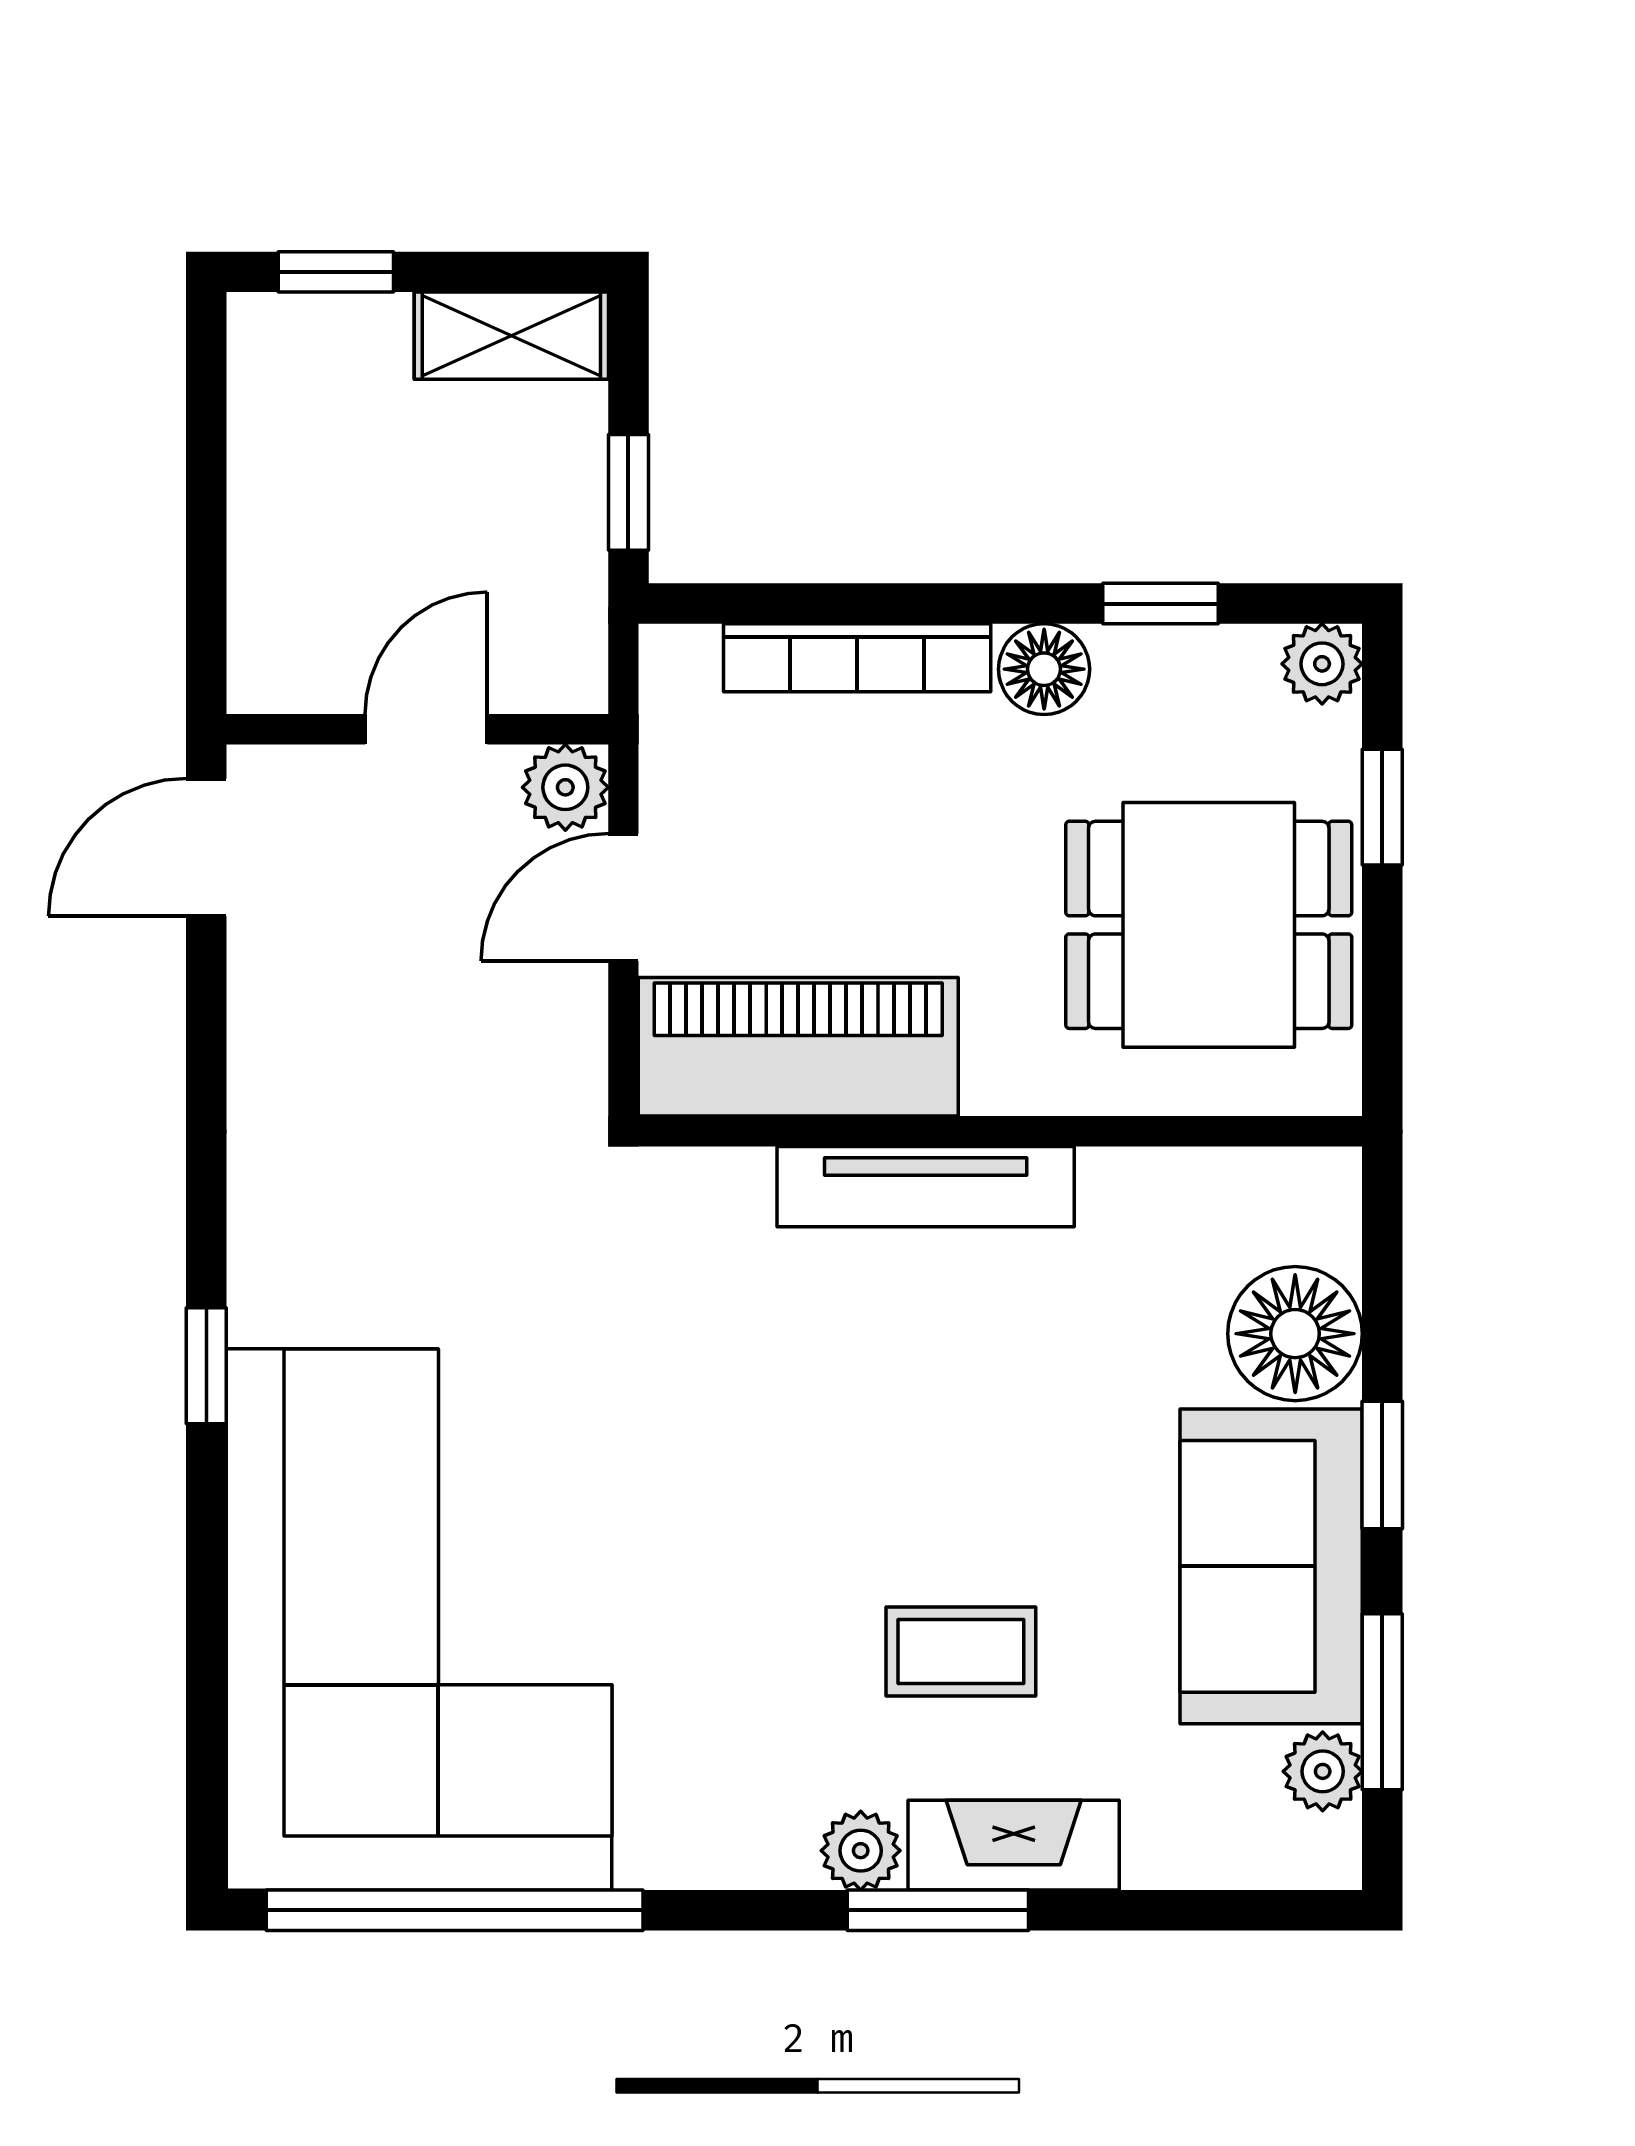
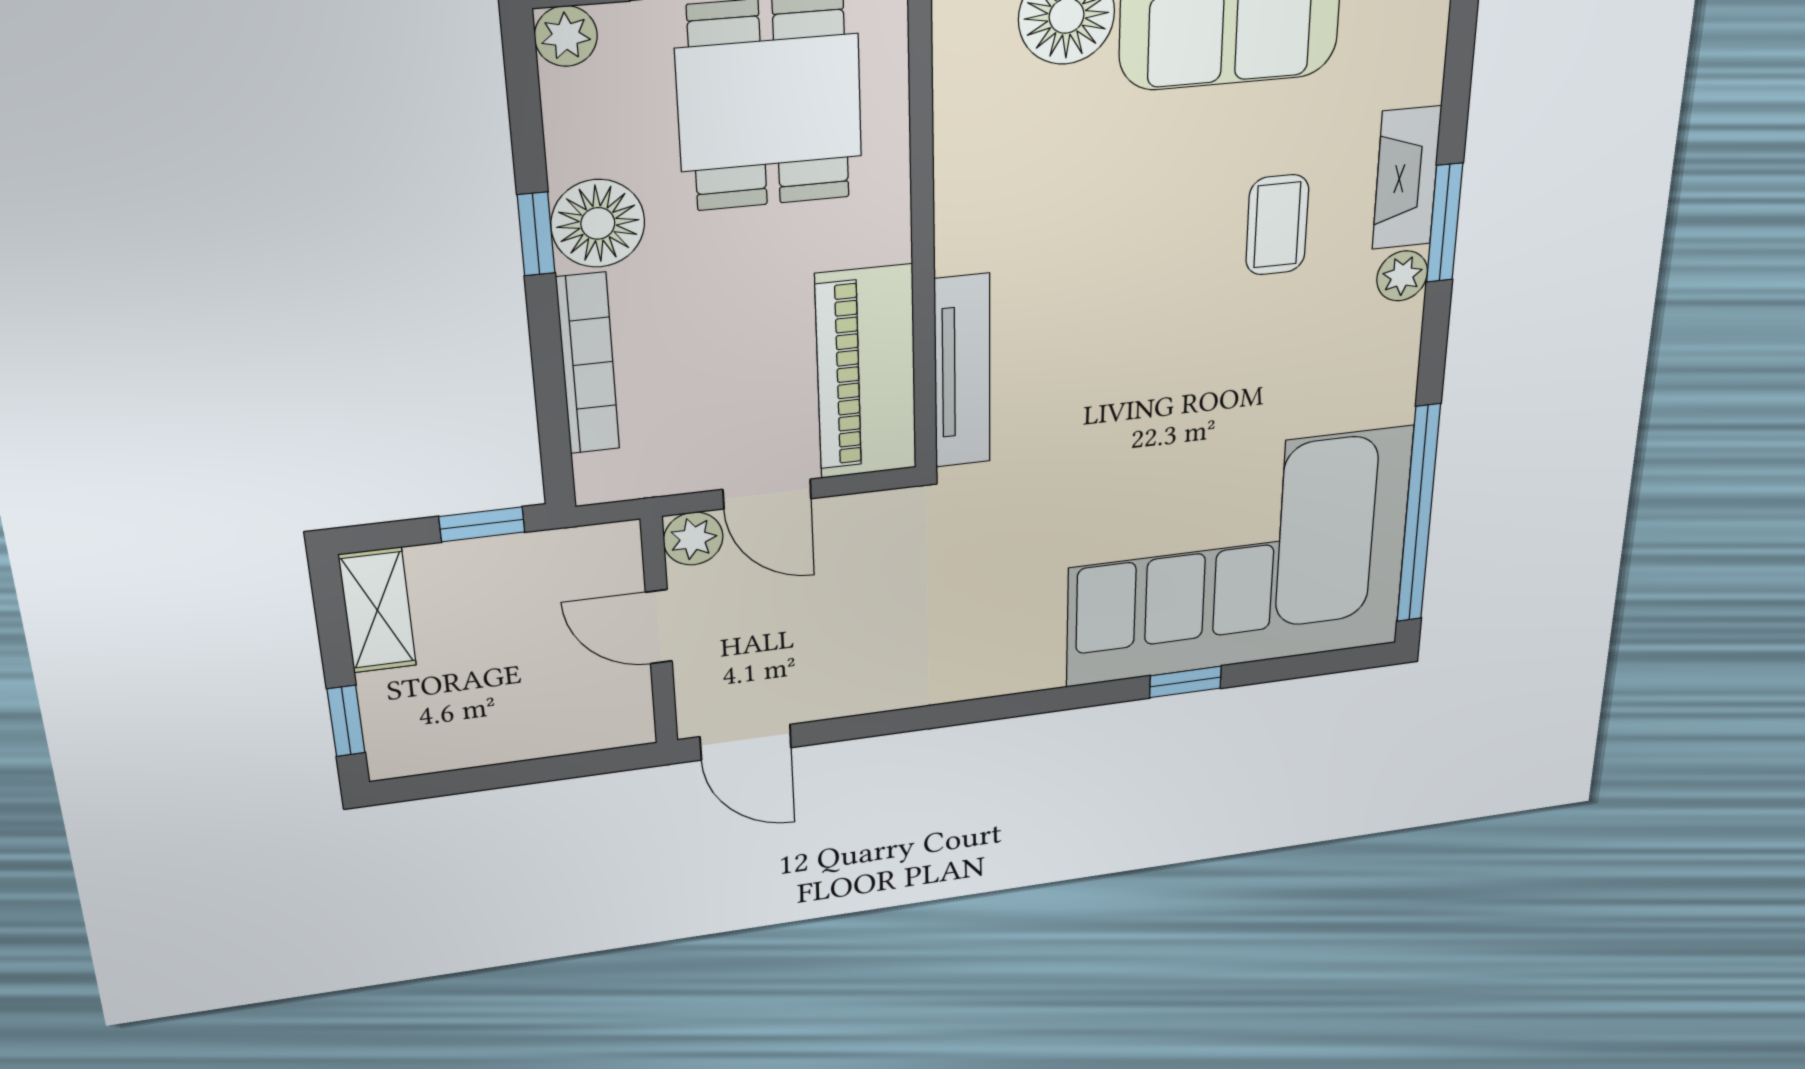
window: (1160, 604) -> (536, 234), moved
floor lamp: (1044, 669) -> (598, 223), width x1.38, depth x1.38
tv unit: (926, 1187) -> (962, 371), moved
window: (206, 1366) -> (1185, 682), moved

